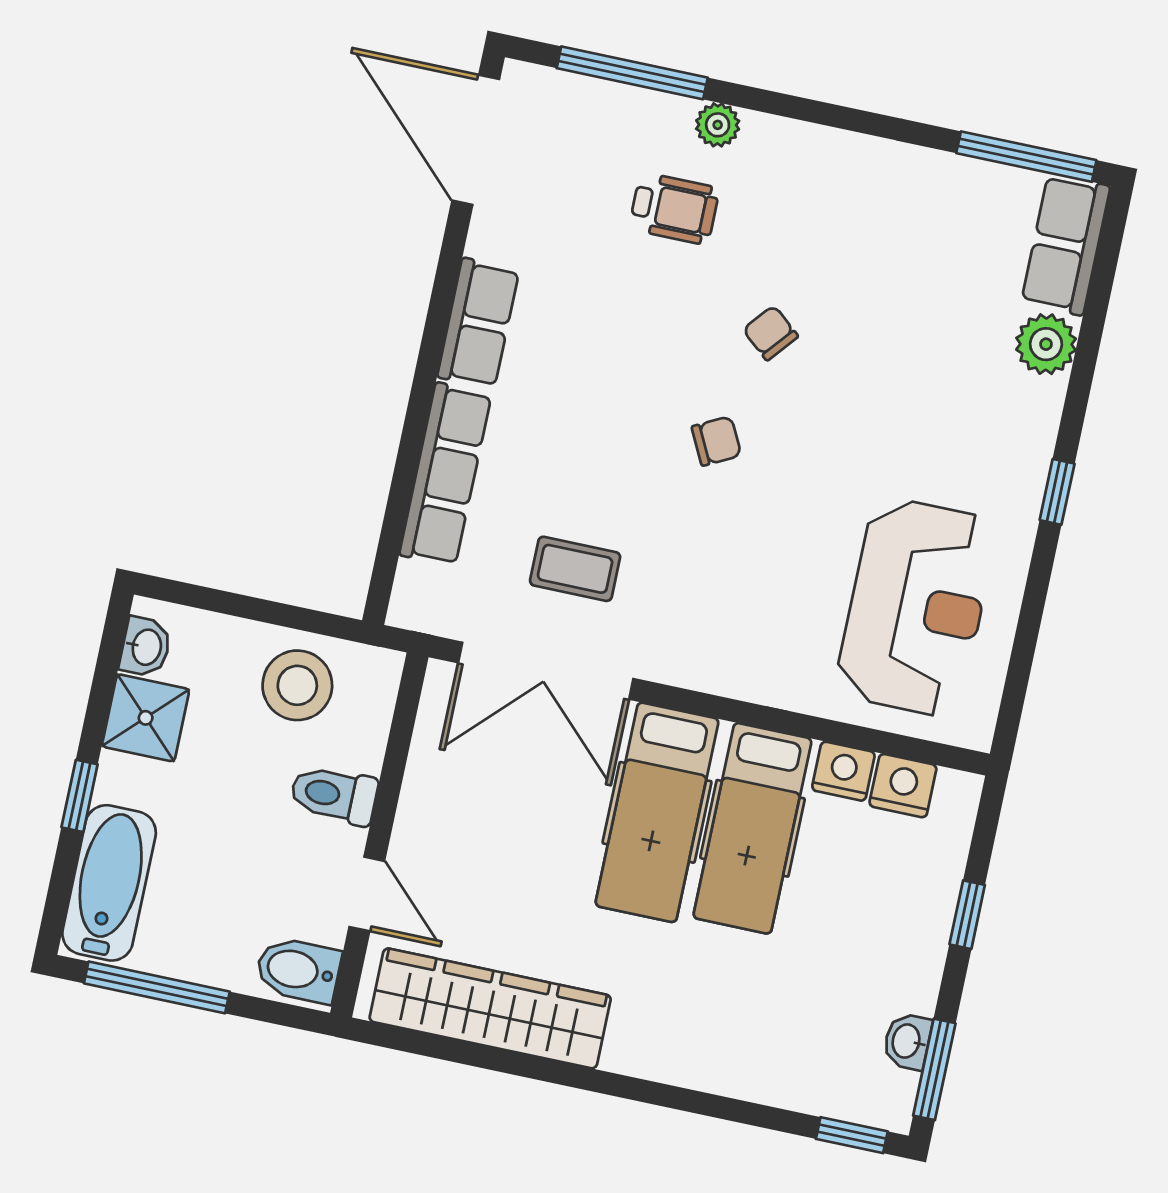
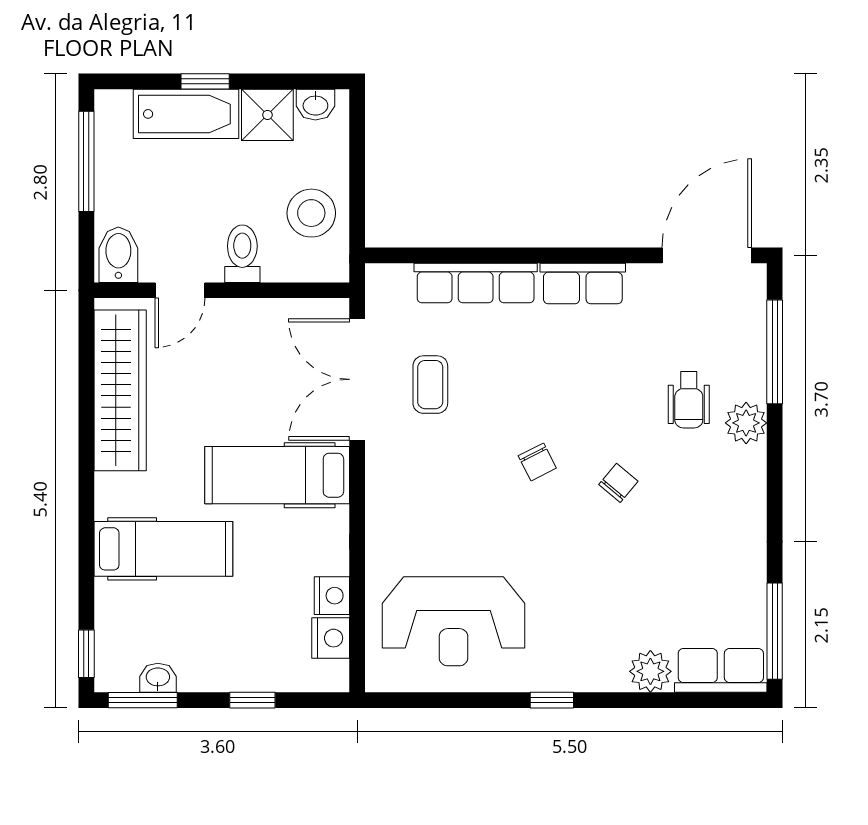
plant: (718, 125) -> (746, 423), width x1.38, depth x1.38
hospital bed: (752, 828) -> (163, 549), moved, turned 180
bathtub: (109, 883) -> (186, 114), moved

